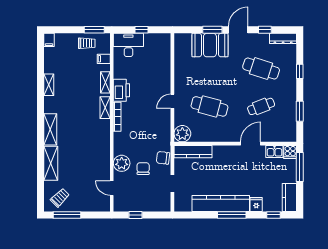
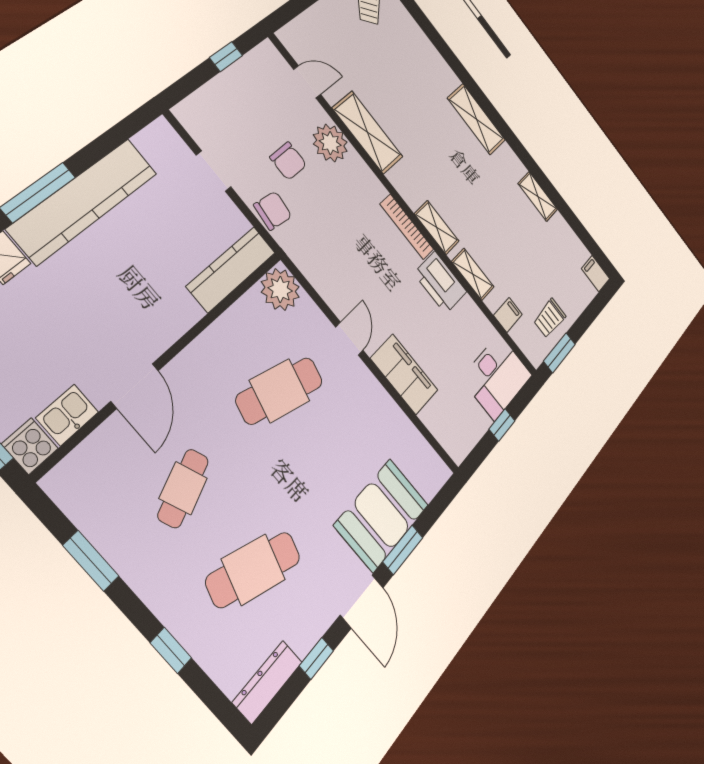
filing cabinet: (163, 75) -> (404, 374), added
shelving: (51, 163) -> (368, 132), moved

